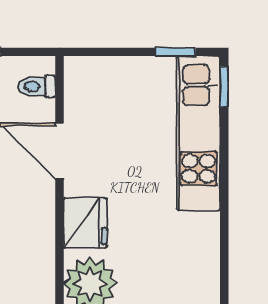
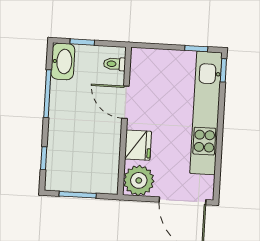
kitchen unit: (198, 133) -> (206, 113), width x1.36

